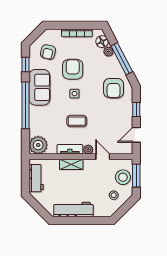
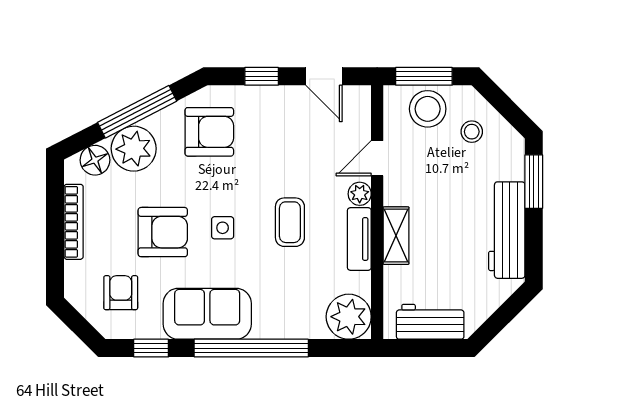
armchair: (48, 52) -> (121, 293), turned -103
plant: (109, 52) -> (134, 149), width x1.88, depth x1.88
armchair: (73, 69) -> (163, 232), turned 180
window: (93, 220) -> (534, 182), added

